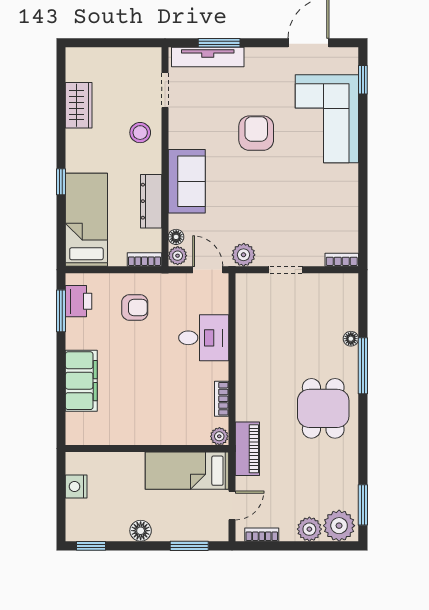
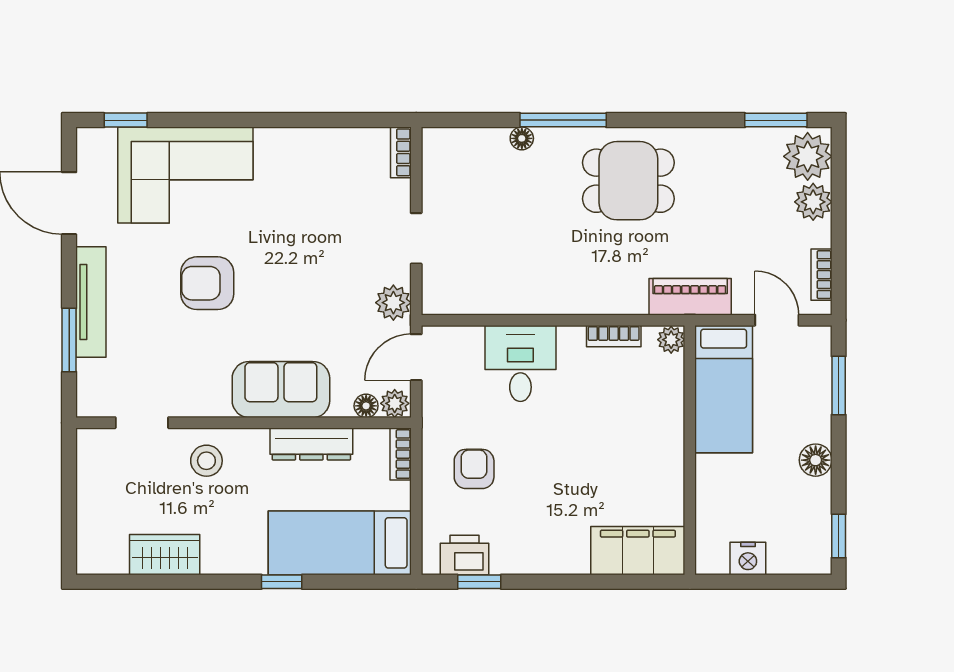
tv unit: (208, 57) -> (91, 302), moved
window: (61, 311) -> (479, 582), width x0.67
filing cabinet: (81, 381) -> (638, 551), moved

